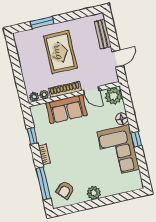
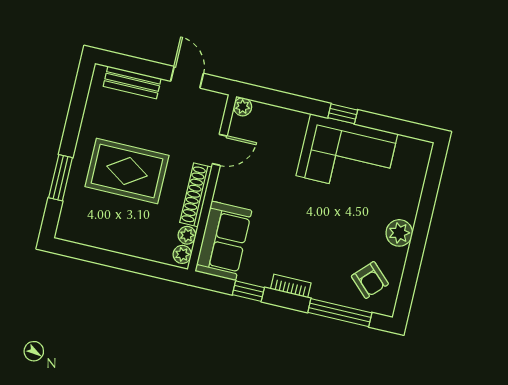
plant: (114, 96) -> (243, 107), width x0.53, depth x0.53
sofa: (66, 109) -> (223, 241), moved
floor lamp: (122, 119) -> (295, 122), removed

